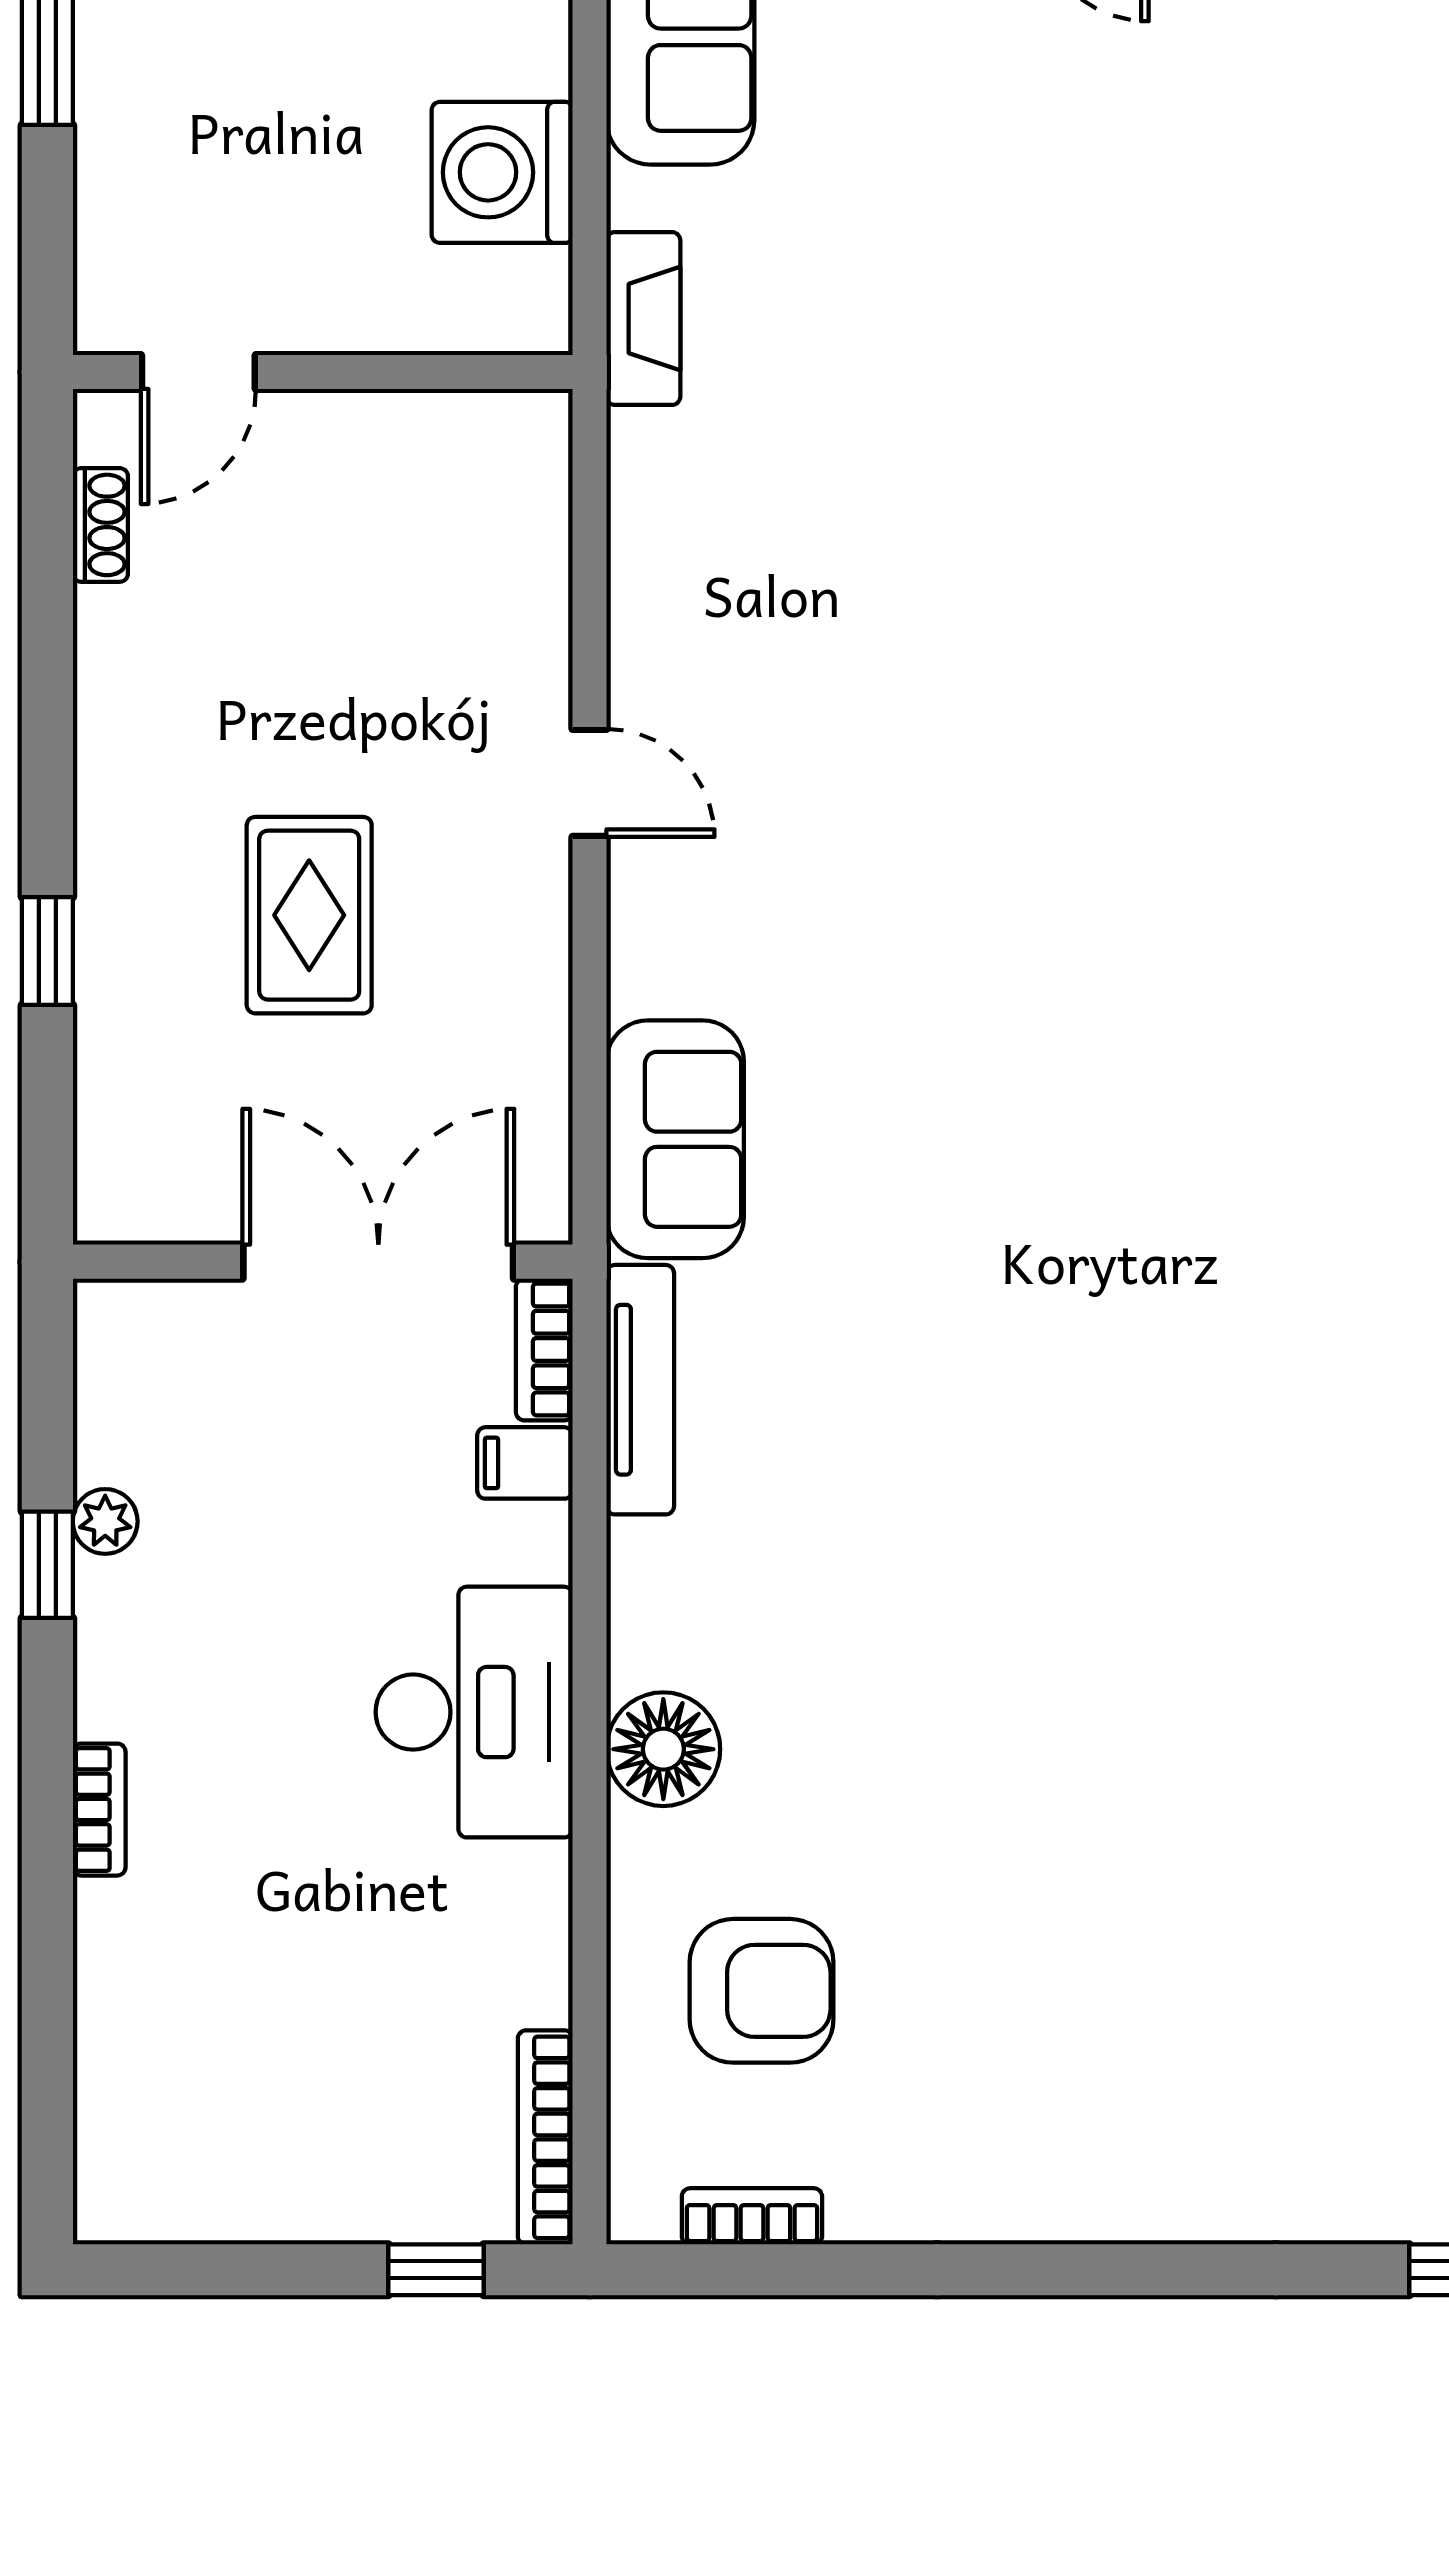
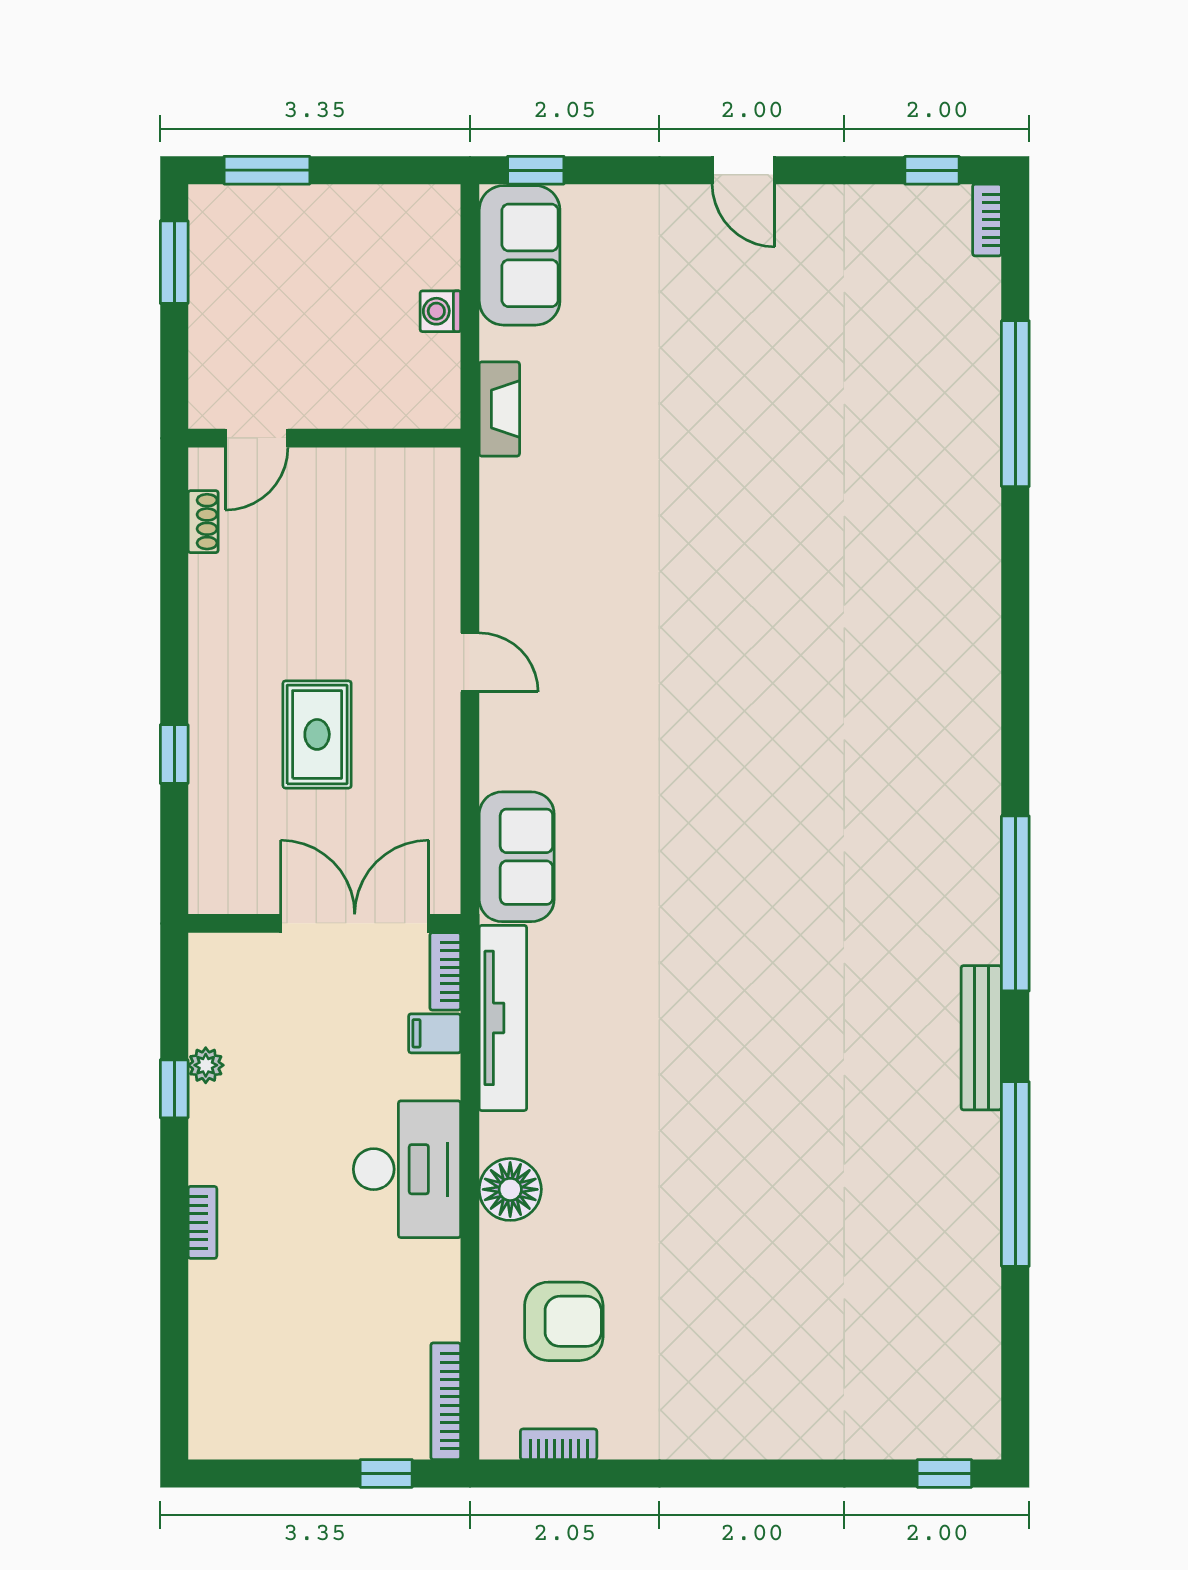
washing machine: (502, 172) -> (440, 311), width x0.53, depth x0.53
tv unit: (640, 1390) -> (503, 1018), width x1.36, depth x1.29

